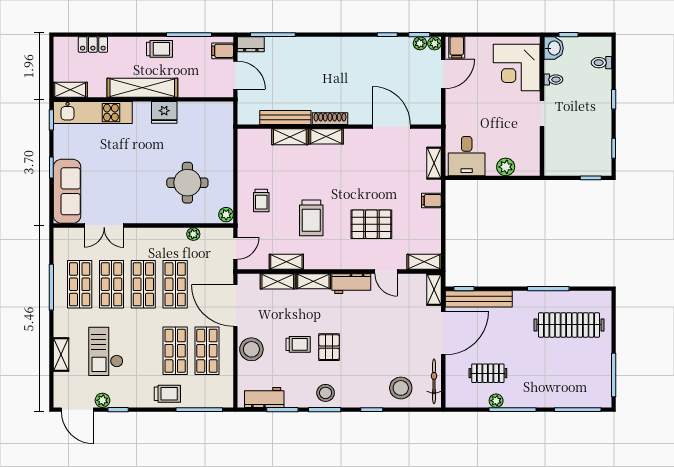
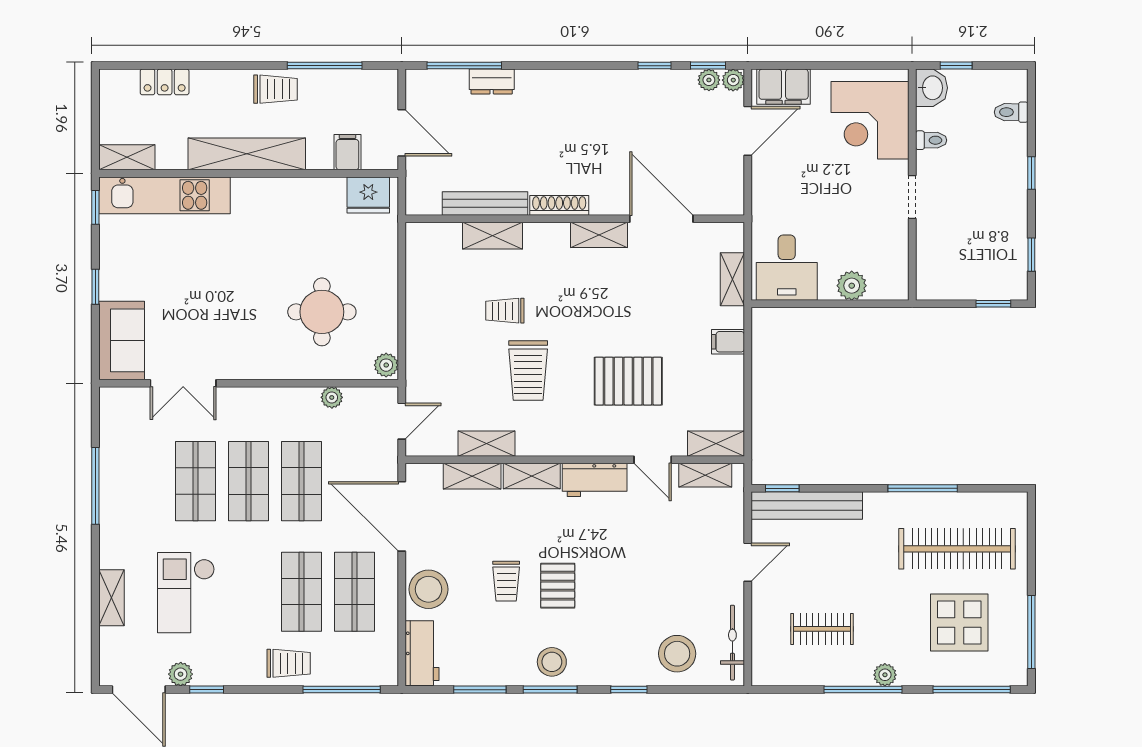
dresser: (251, 44) -> (492, 82), moved
filing cabinet: (457, 47) -> (784, 87), width x2.00
filing cabinet: (223, 51) -> (347, 152), moved, turned 90
fridge: (164, 112) -> (368, 195), moved
shelving: (326, 136) -> (599, 235), moved
sofa: (67, 191) -> (122, 340), width x0.73
trolley: (261, 200) -> (505, 311), moved, turned 90
shop shelf: (80, 284) -> (143, 481), removed
shelving: (434, 289) -> (705, 475), moved, turned 90
door: (443, 333) -> (748, 562), width x0.53
trolley: (298, 344) -> (506, 581), turned 90
display table: (570, 369) -> (959, 622), added
workbench: (264, 397) -> (422, 653), moved, turned 90
plant: (496, 401) -> (885, 675), moved

